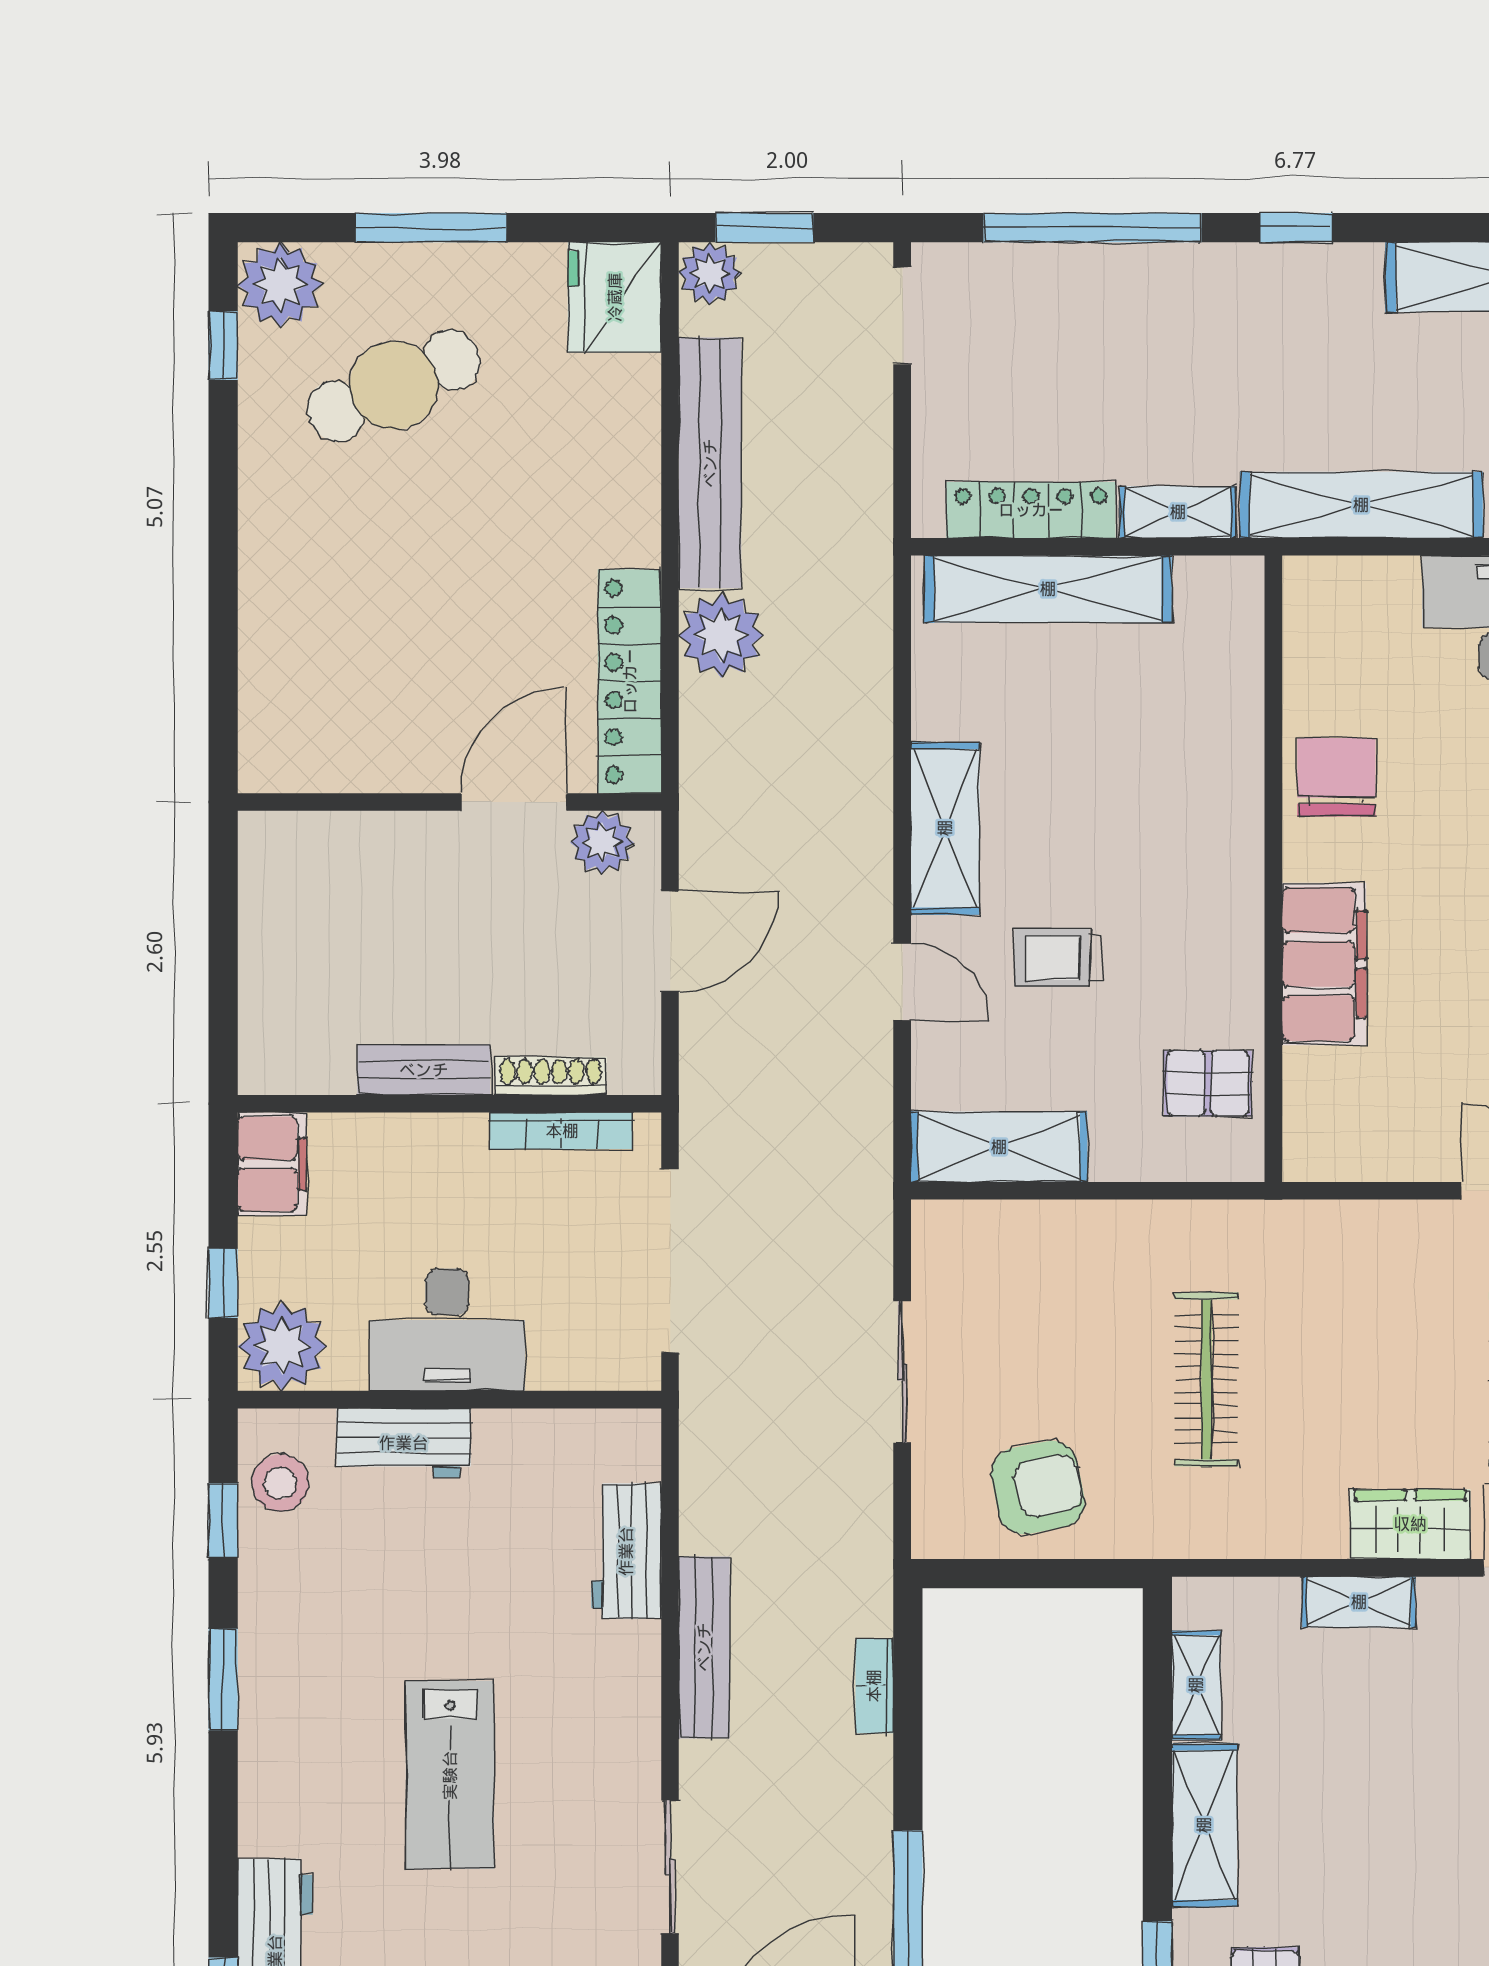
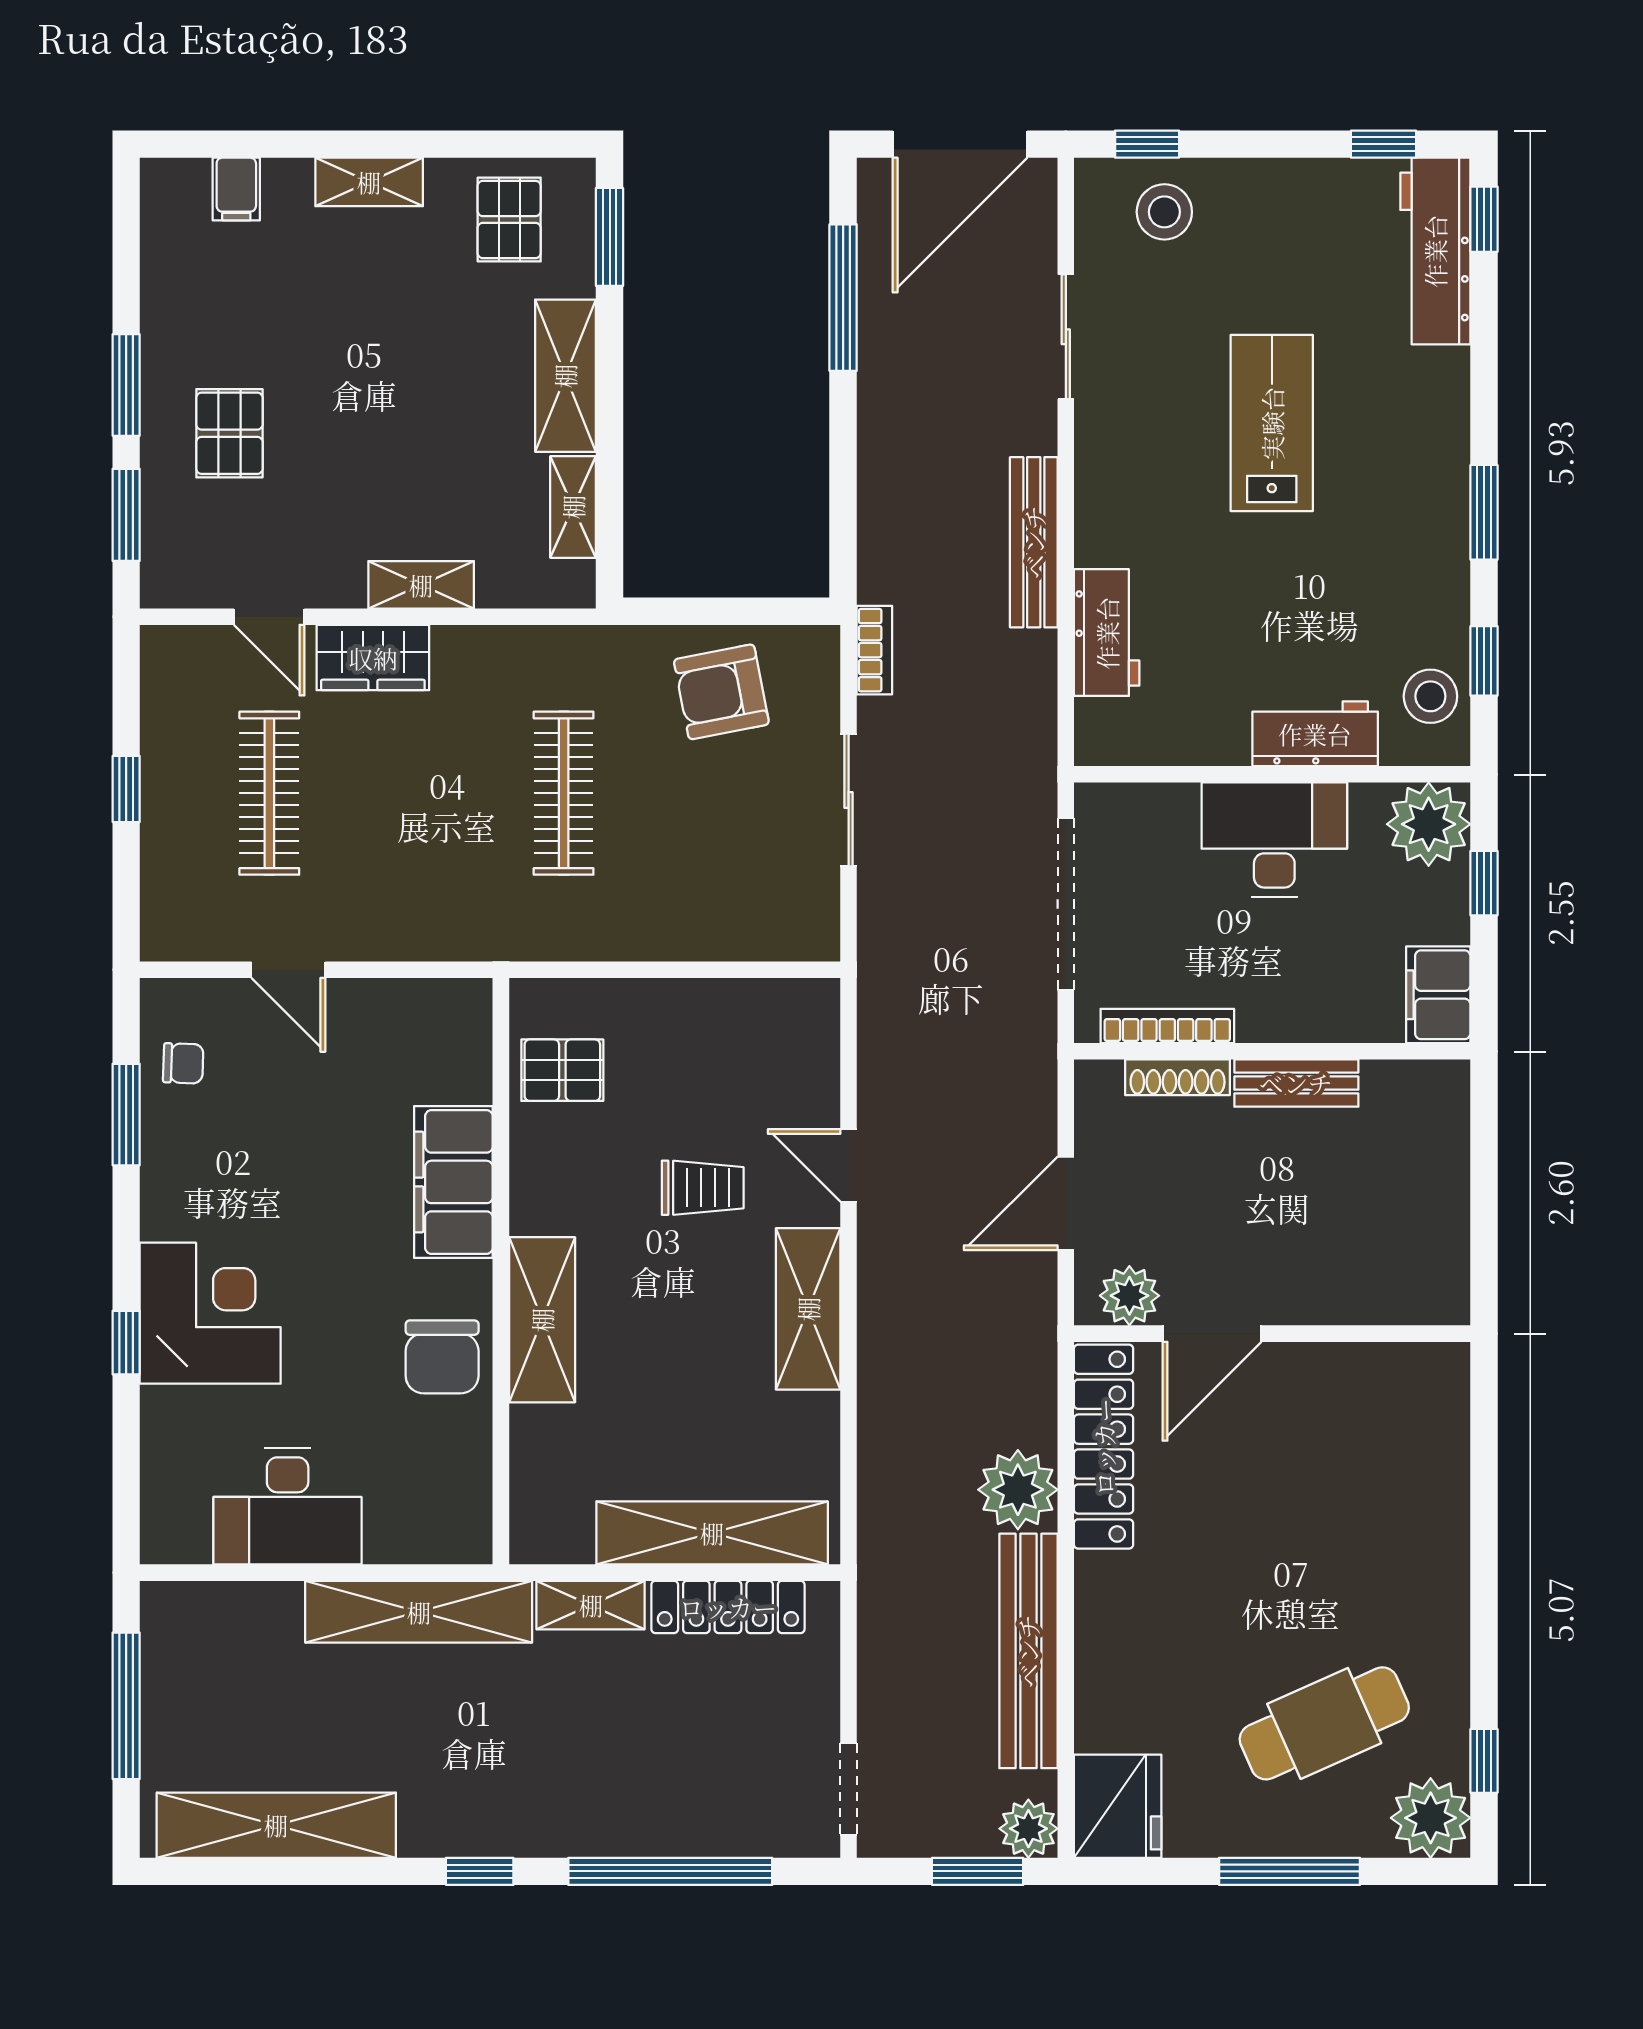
shelving: (999, 1147) -> (542, 1320), moved, turned 90
bookcase: (874, 1686) -> (874, 650), moved

